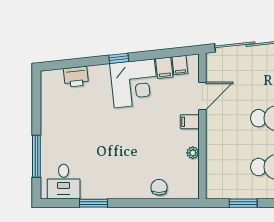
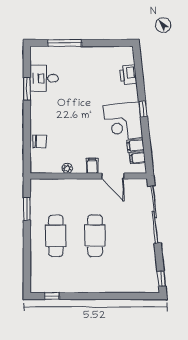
desk: (64, 182) -> (44, 78), moved

